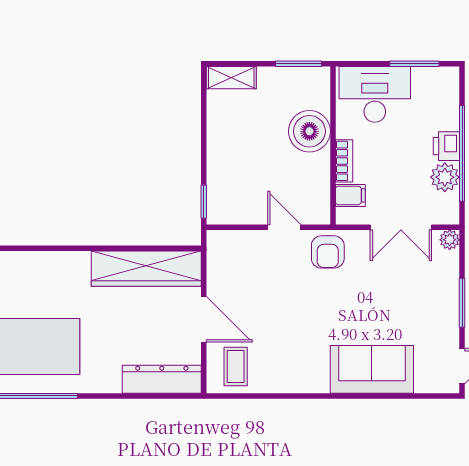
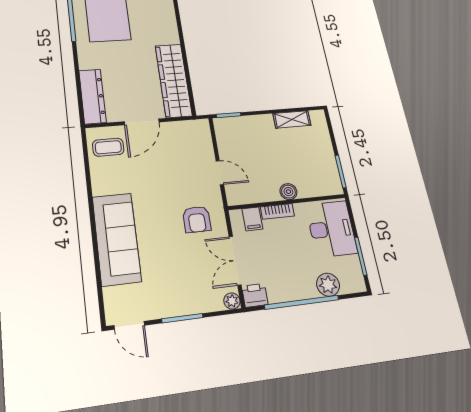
shelving: (231, 78) -> (292, 119), moved, turned 90
boiler: (309, 131) -> (288, 192), width x0.54, depth x0.54
printer: (446, 146) -> (255, 295), moved
plant: (445, 177) -> (328, 285), moved
door: (284, 227) -> (220, 173), hinge flipped
armchair: (328, 252) -> (197, 219), moved, turned -90
sofa: (372, 369) -> (117, 239), width x1.36

